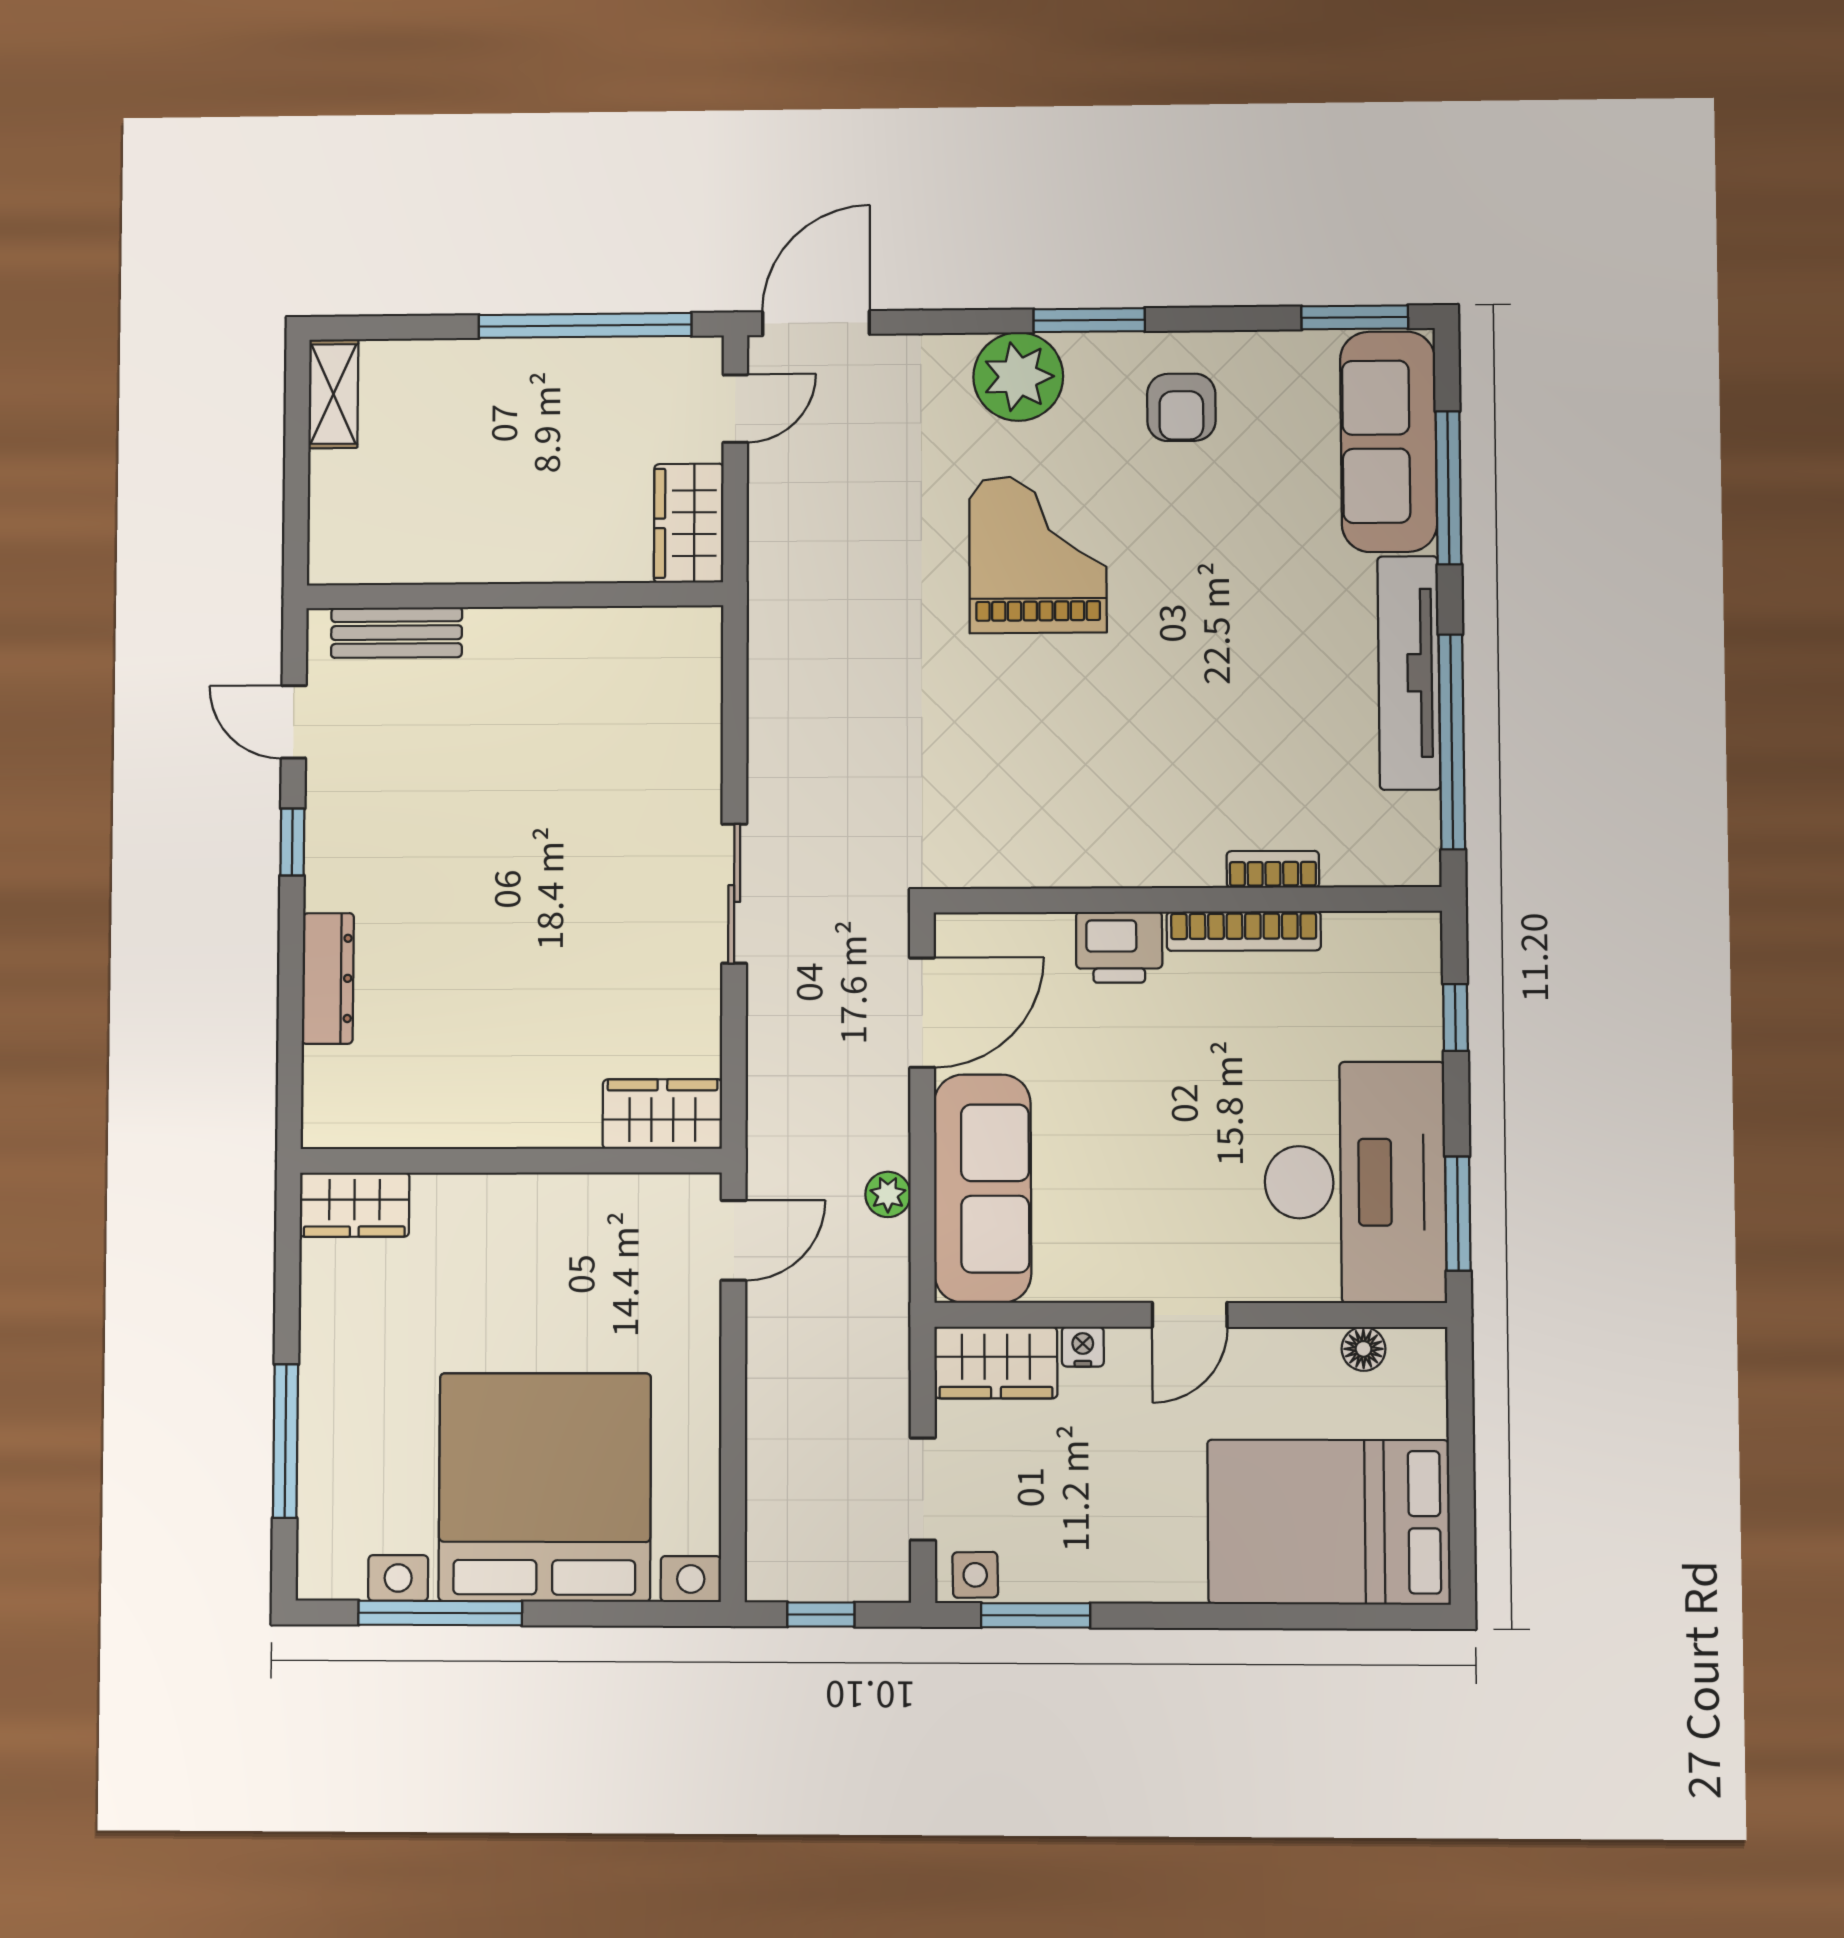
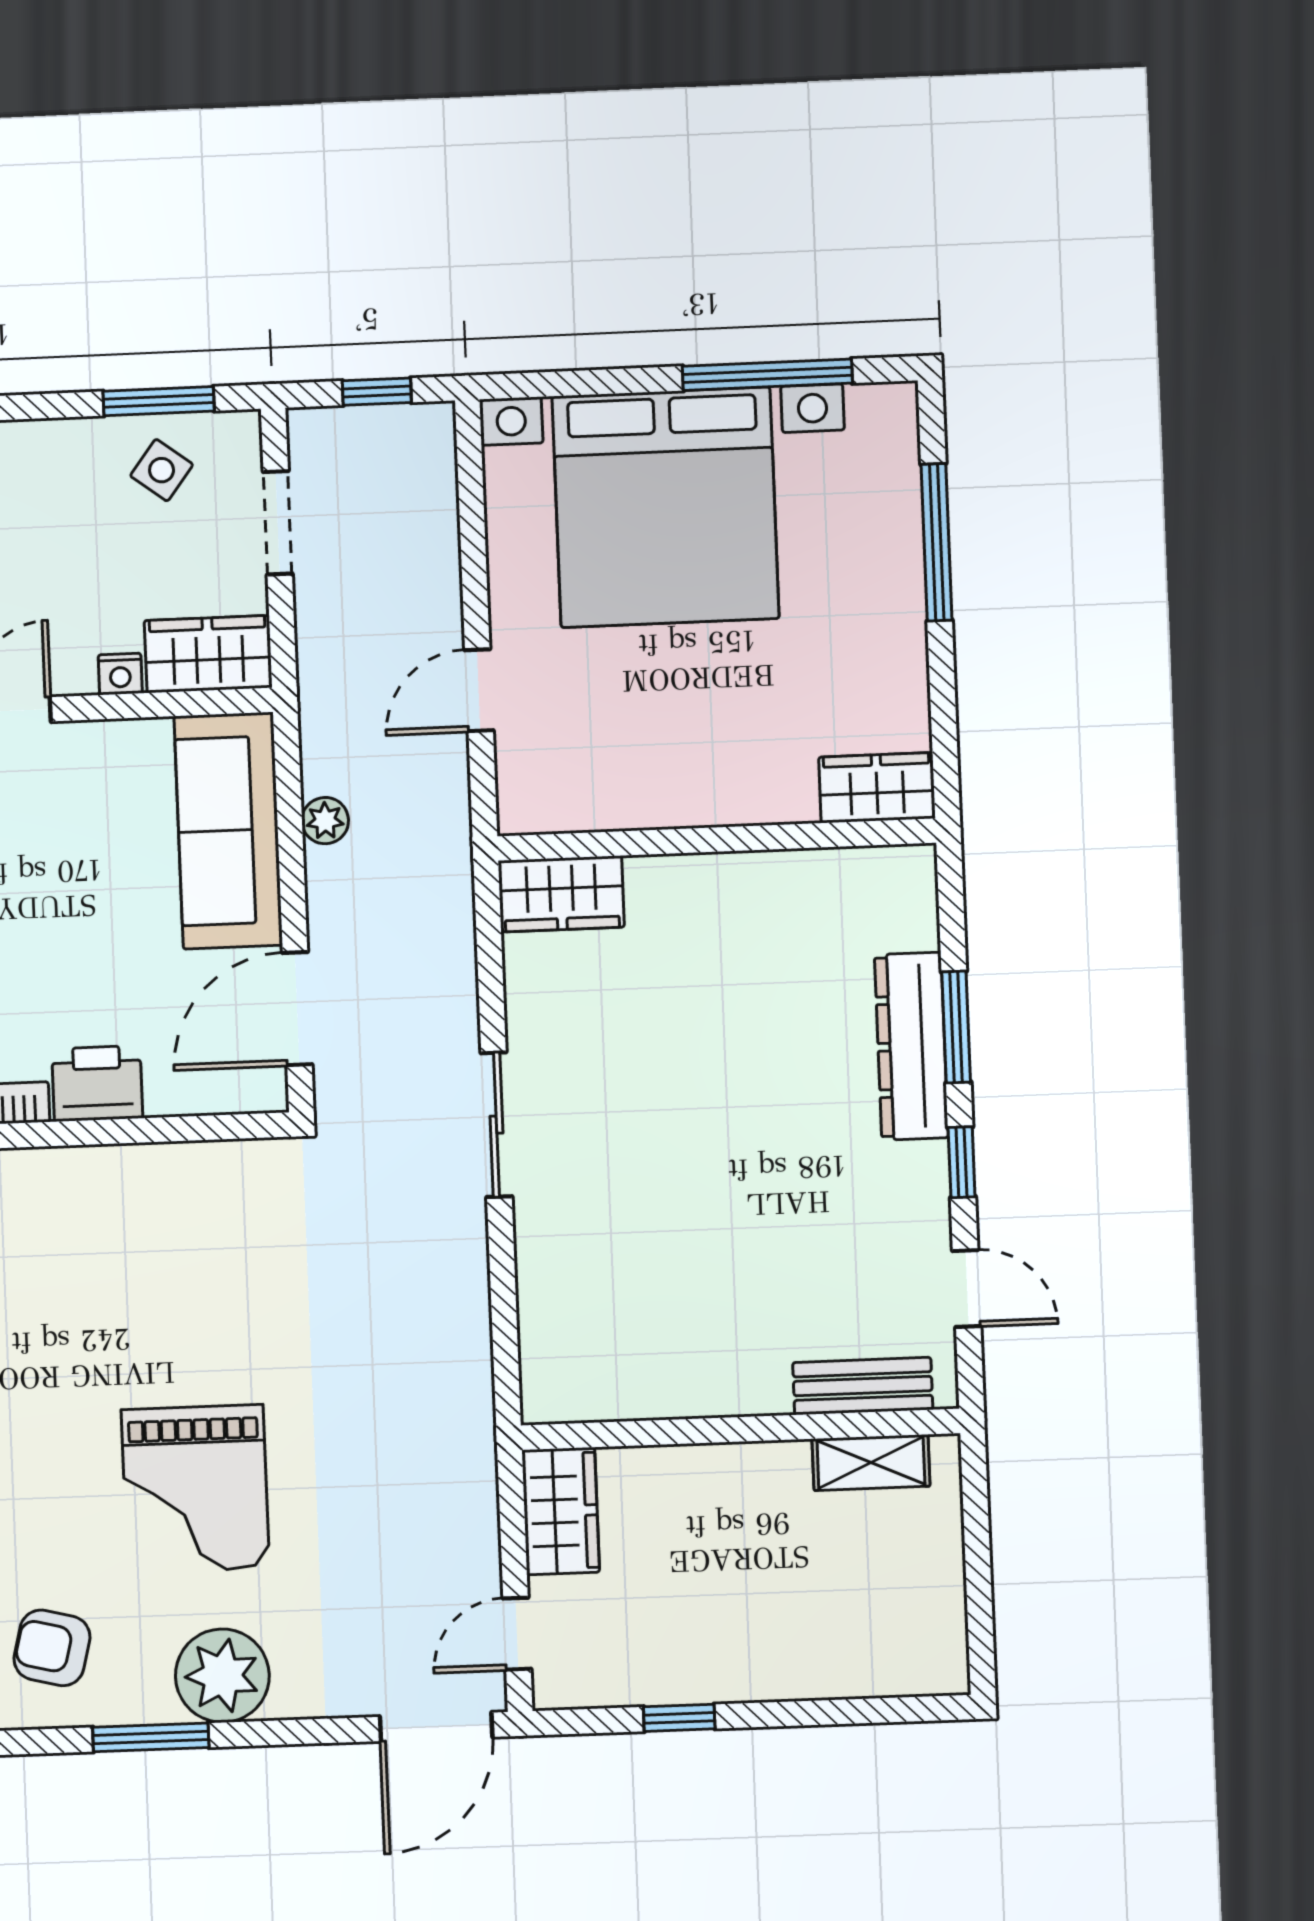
window: (585, 325) -> (679, 1718), width x0.32
shelving: (333, 394) -> (871, 1462), moved, turned 90
armchair: (1181, 407) -> (52, 1648), turned -76
window: (291, 971) -> (956, 1027), added
dresser: (328, 978) -> (911, 1046), width x1.37, depth x1.24
door: (733, 1240) -> (479, 690), moved
side table: (975, 1575) -> (162, 470), moved, turned 38

